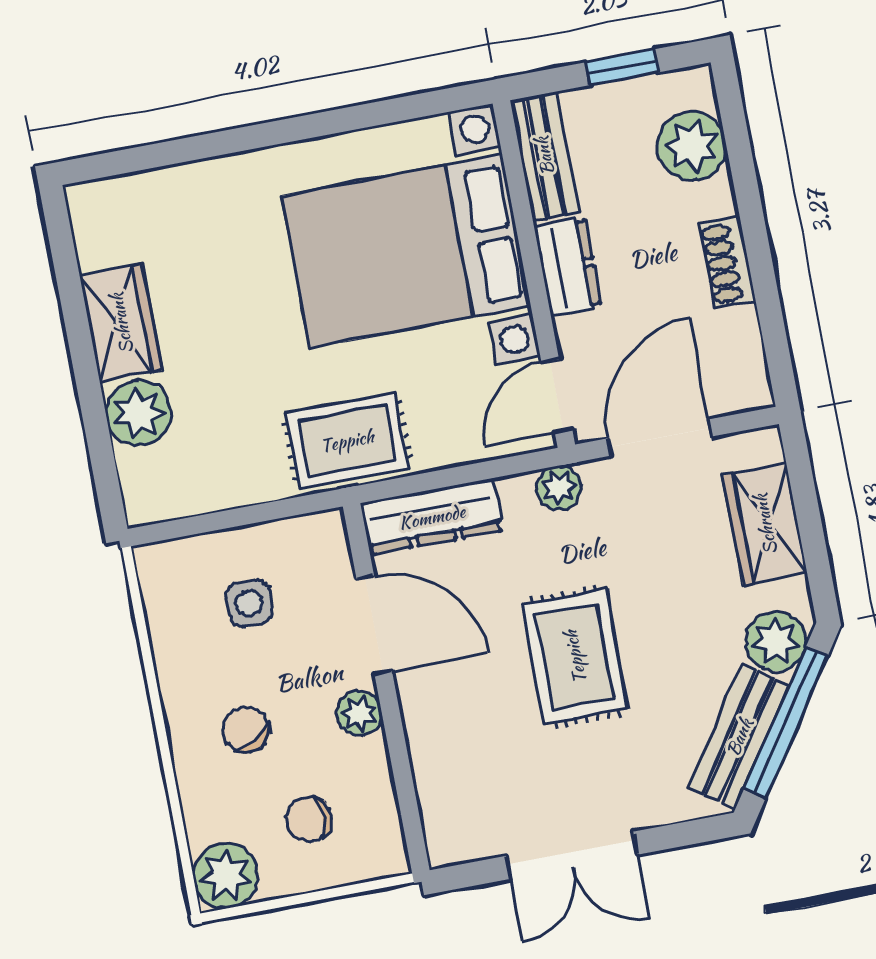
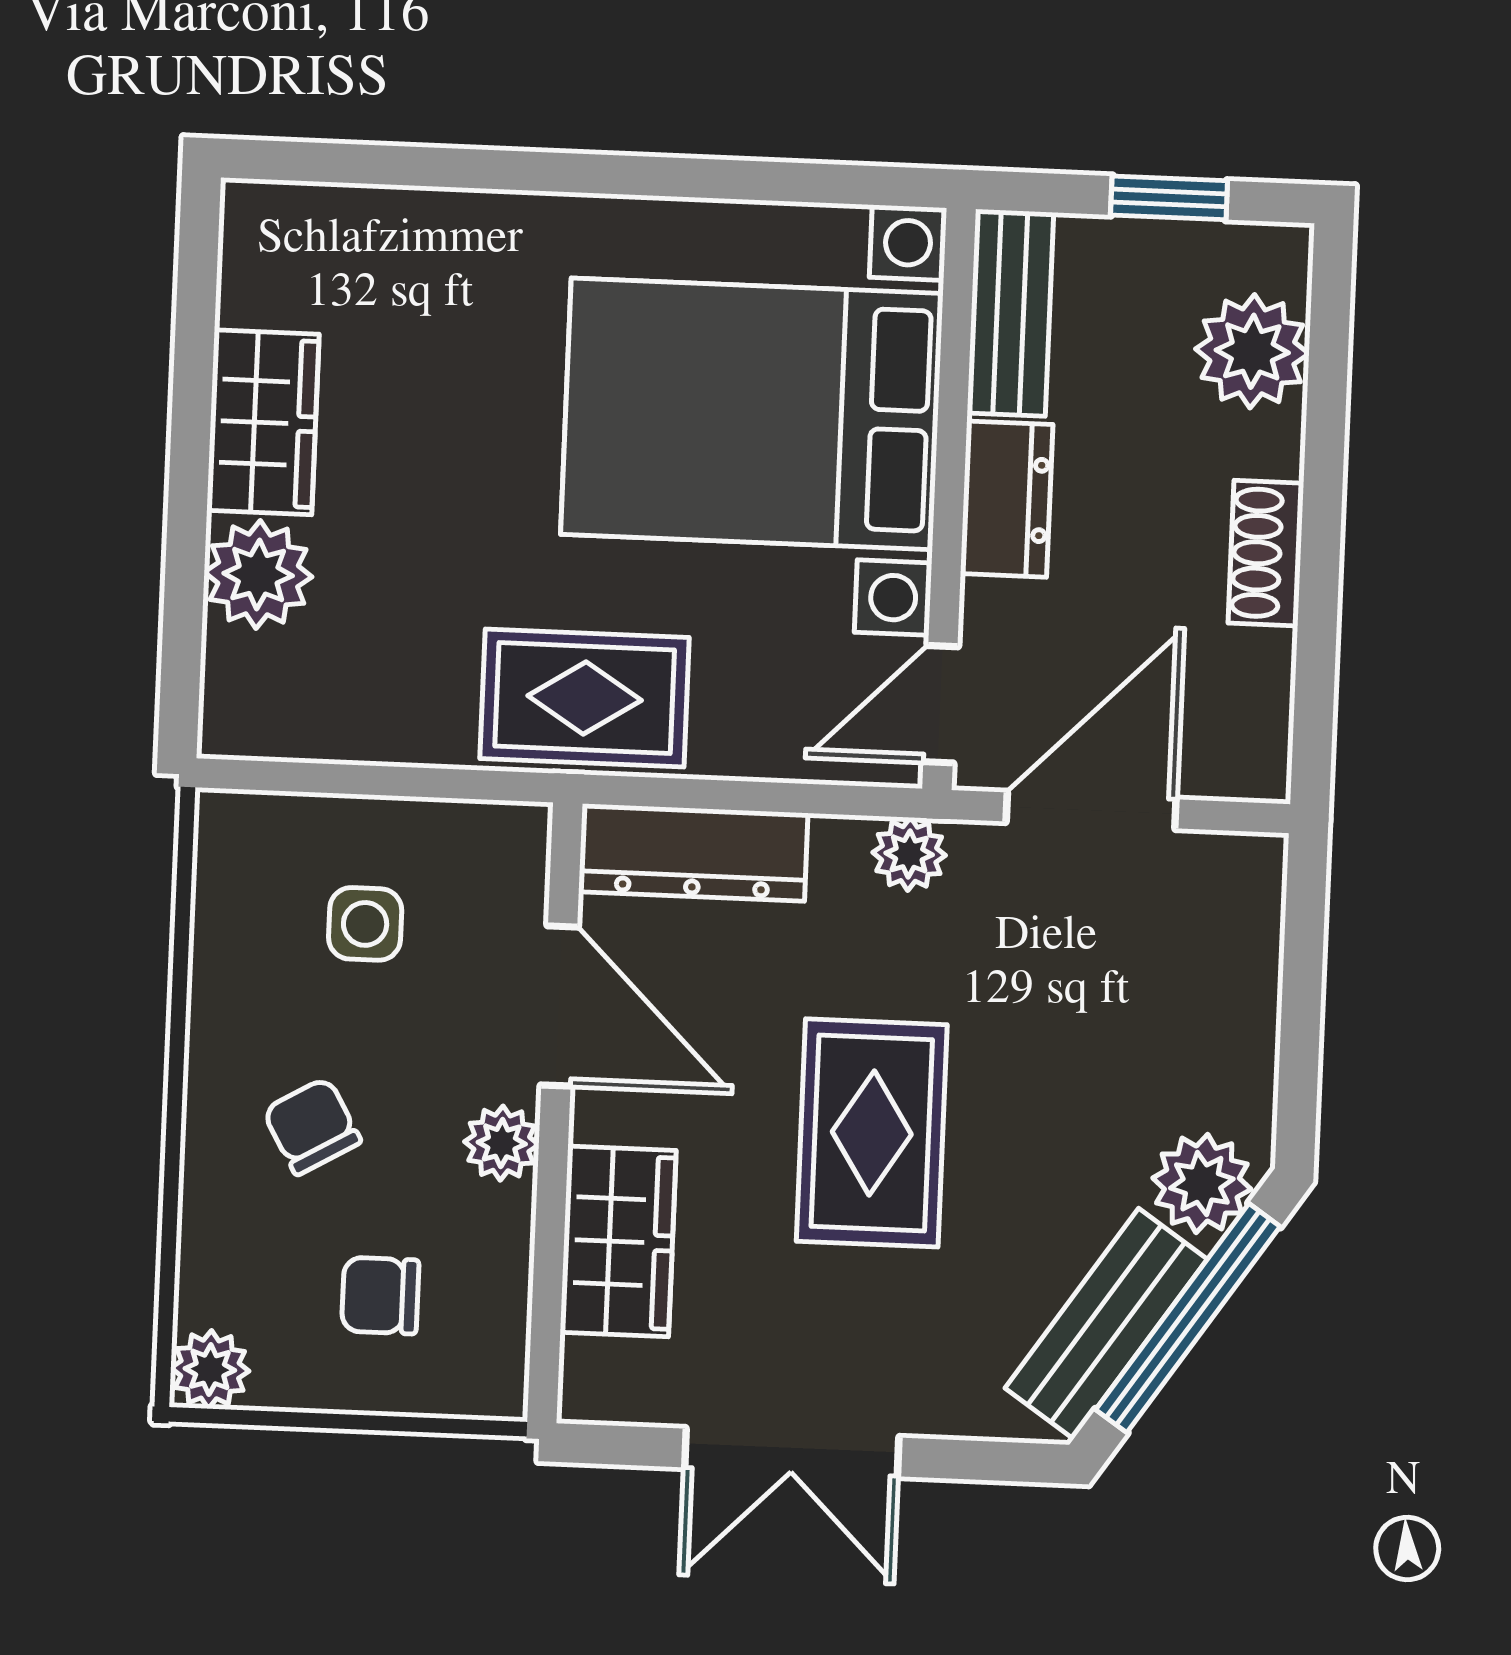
wardrobe: (765, 524) -> (618, 1241), moved, turned 180
plant: (226, 876) -> (210, 1369), width x0.73, depth x0.73

